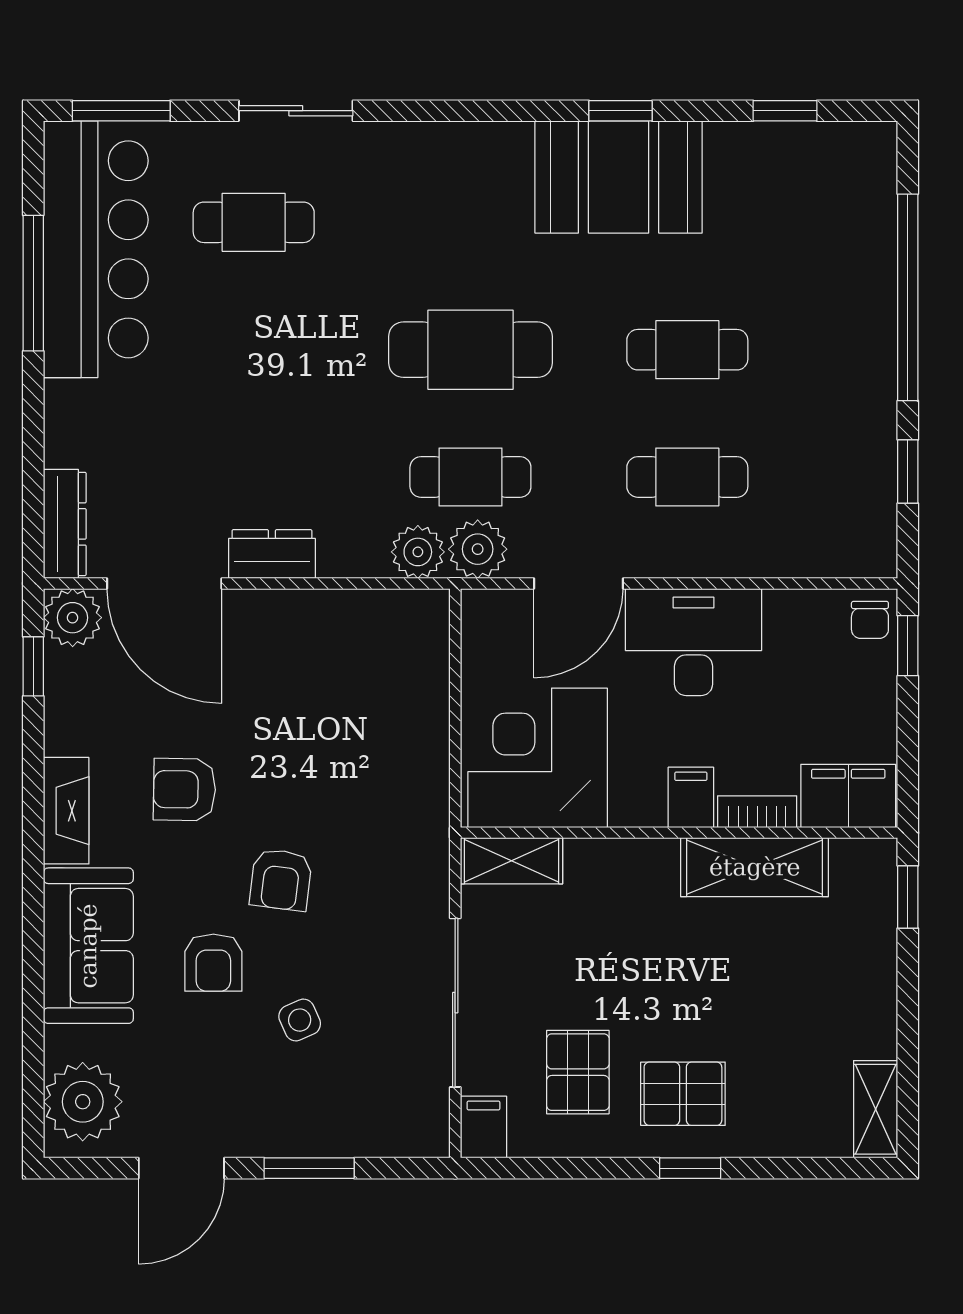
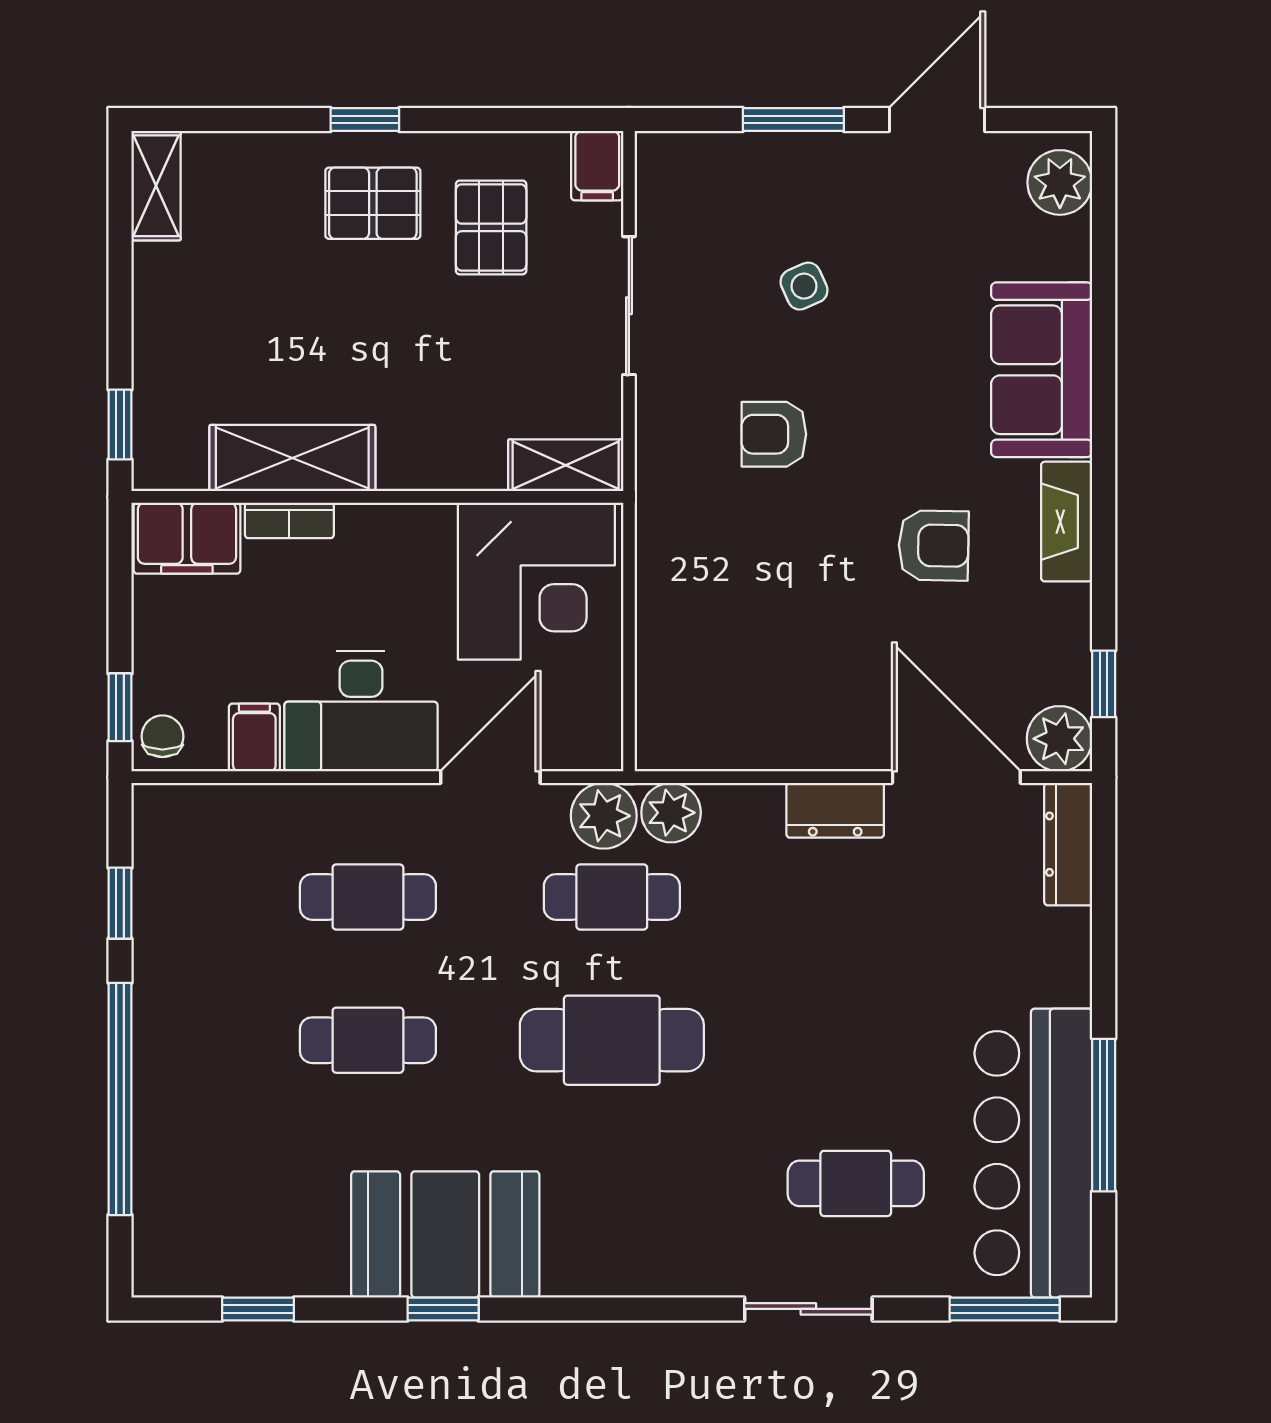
filing cabinet: (691, 797) -> (254, 737), moved, turned 180
armchair: (281, 880) -> (774, 434), moved, turned -97
armchair: (213, 963) -> (901, 351), removed
sliding door: (455, 1003) -> (629, 306), width x0.73
plant: (83, 1102) -> (1060, 182), width x0.73, depth x0.73

